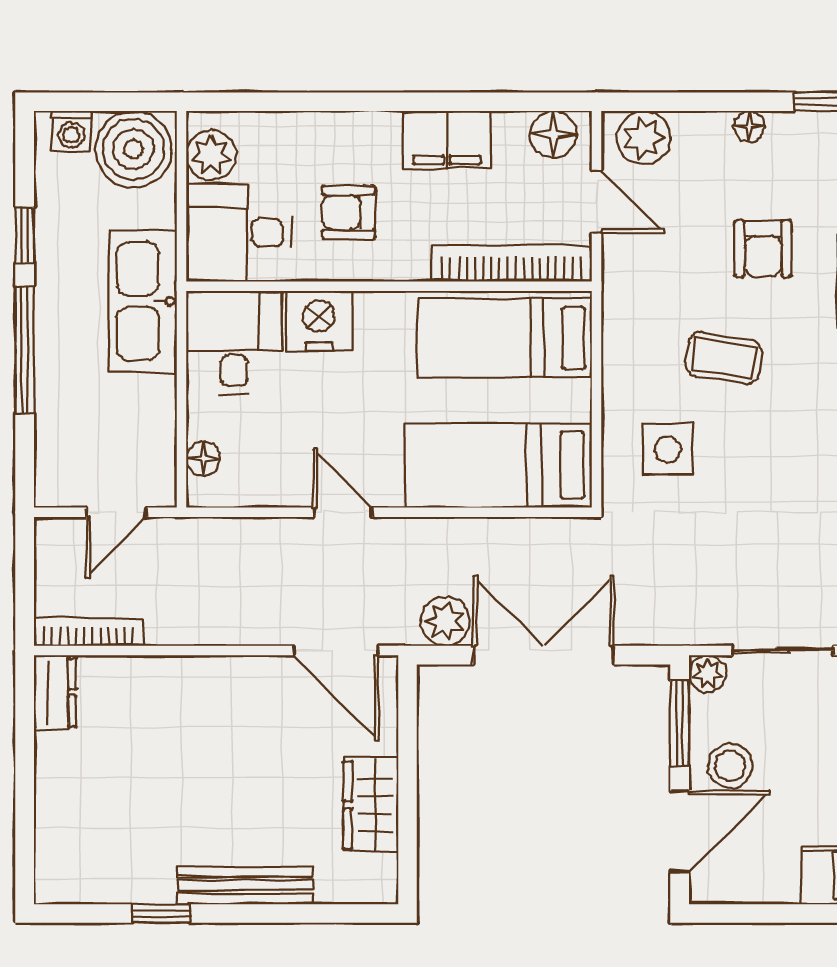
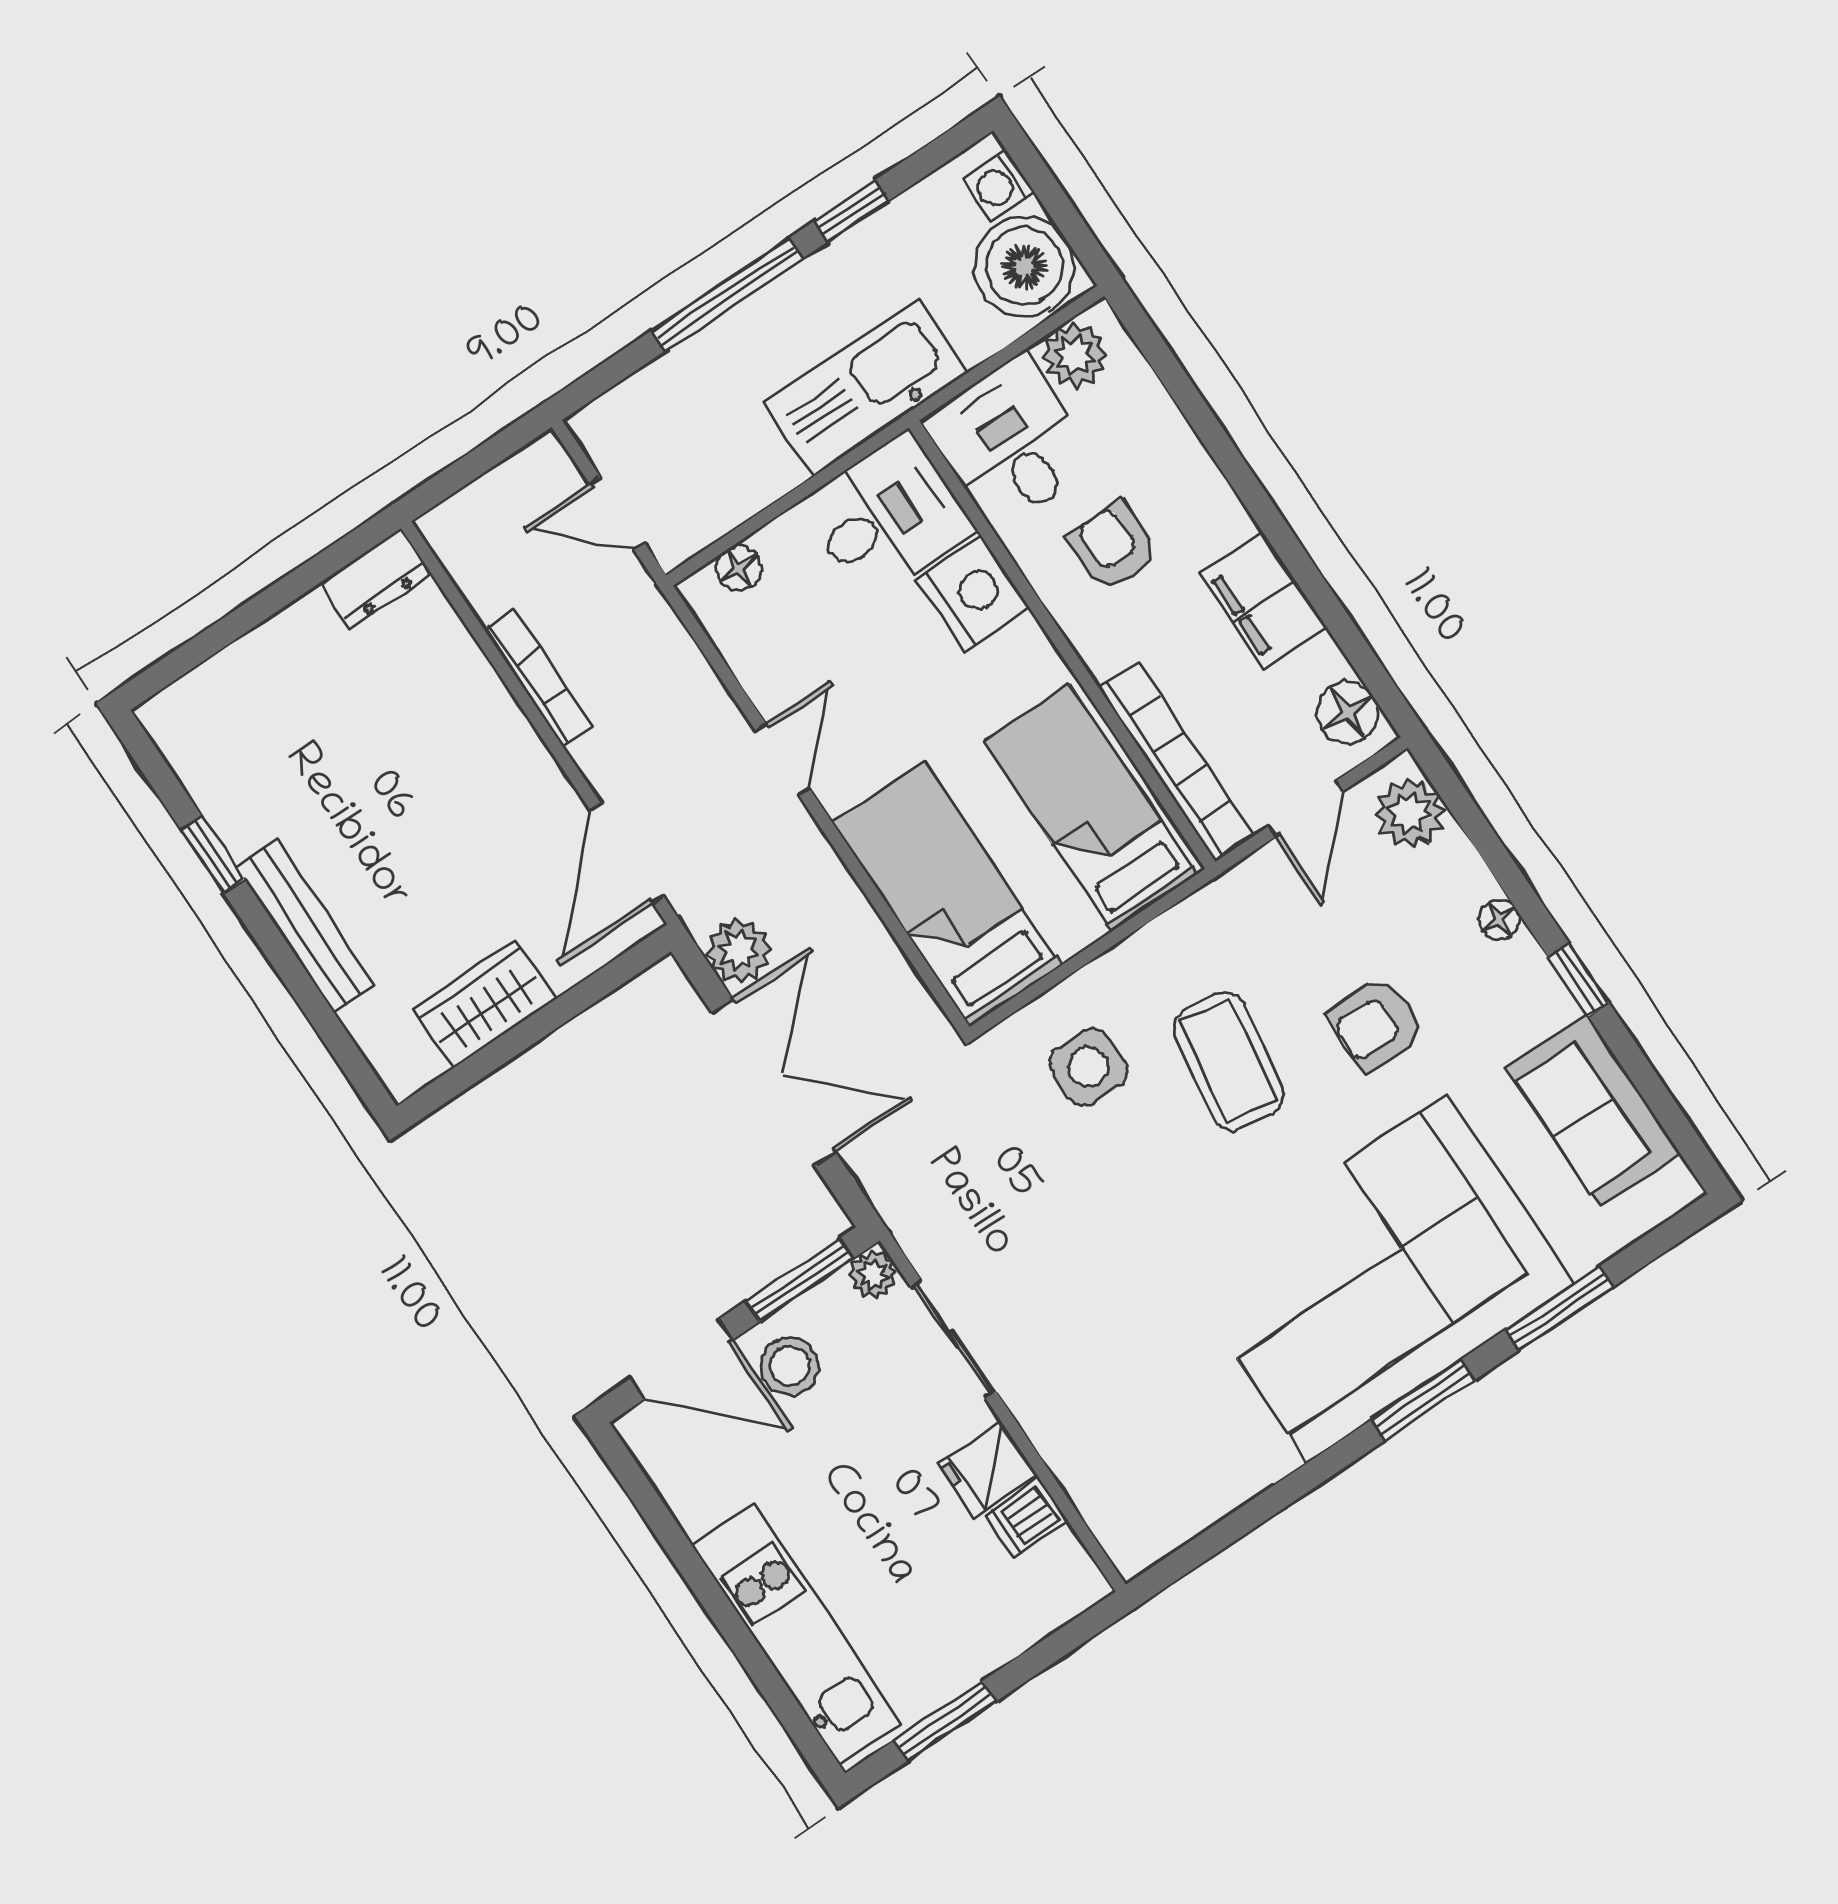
coffee table: (724, 358) -> (1228, 1061), width x1.36, depth x1.30
bookcase: (88, 632) -> (539, 678), moved

